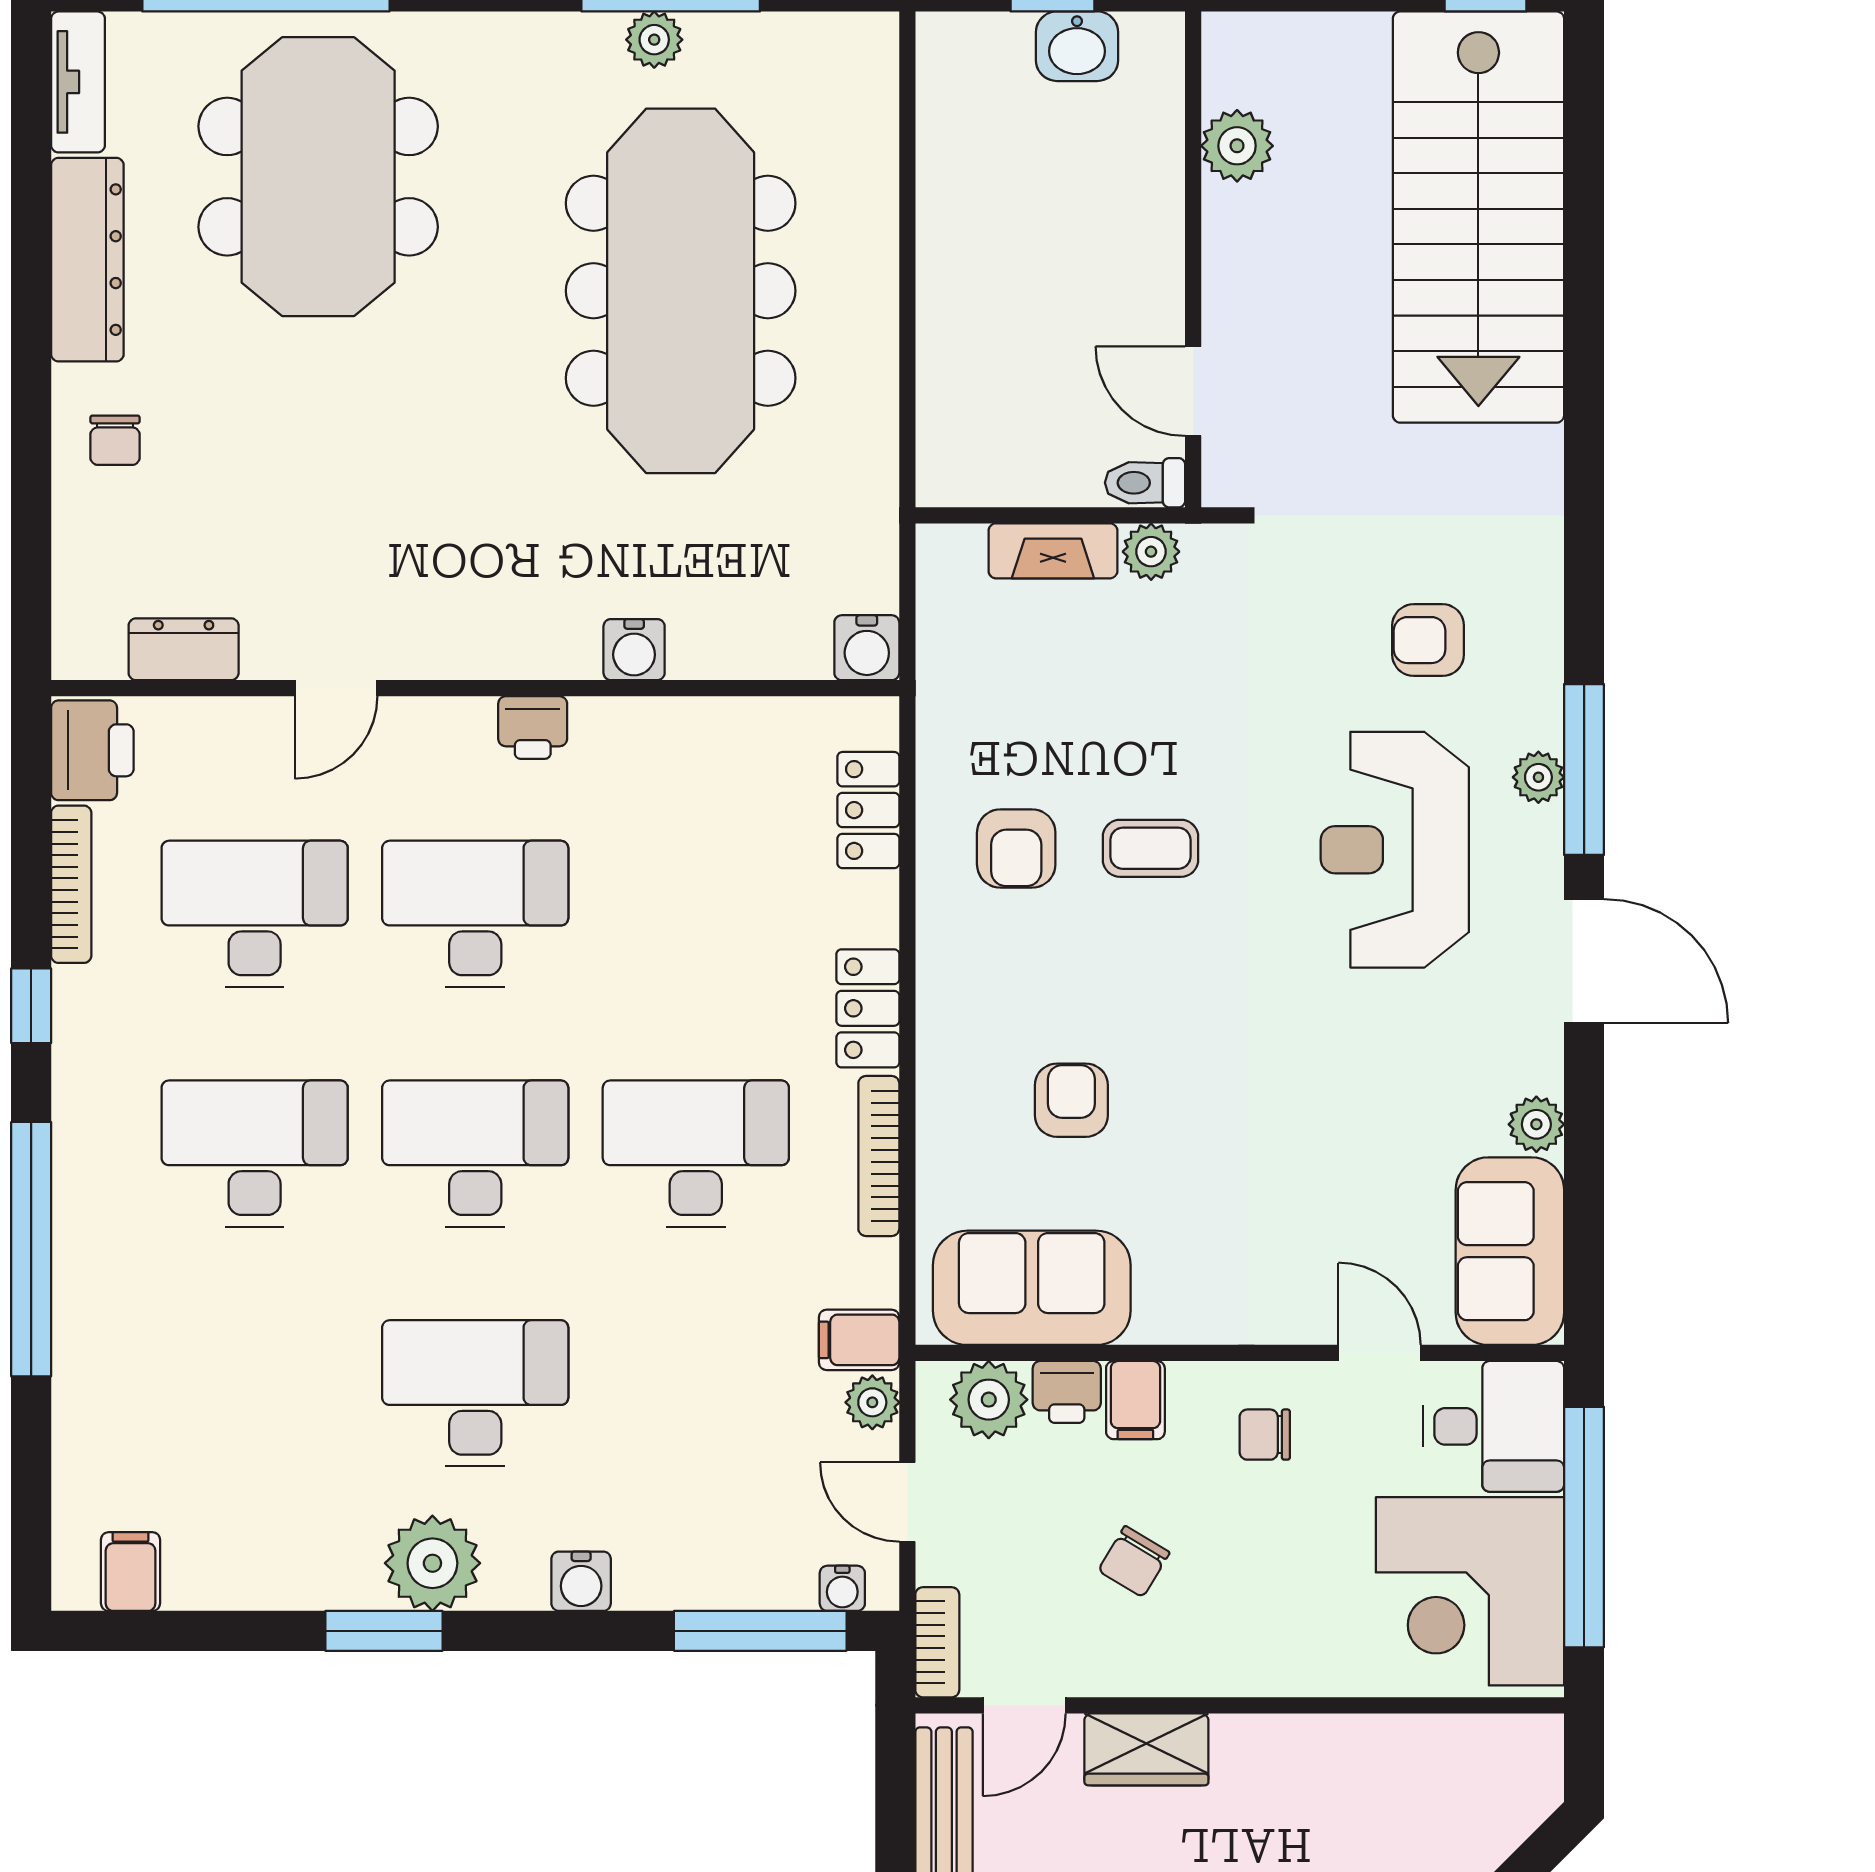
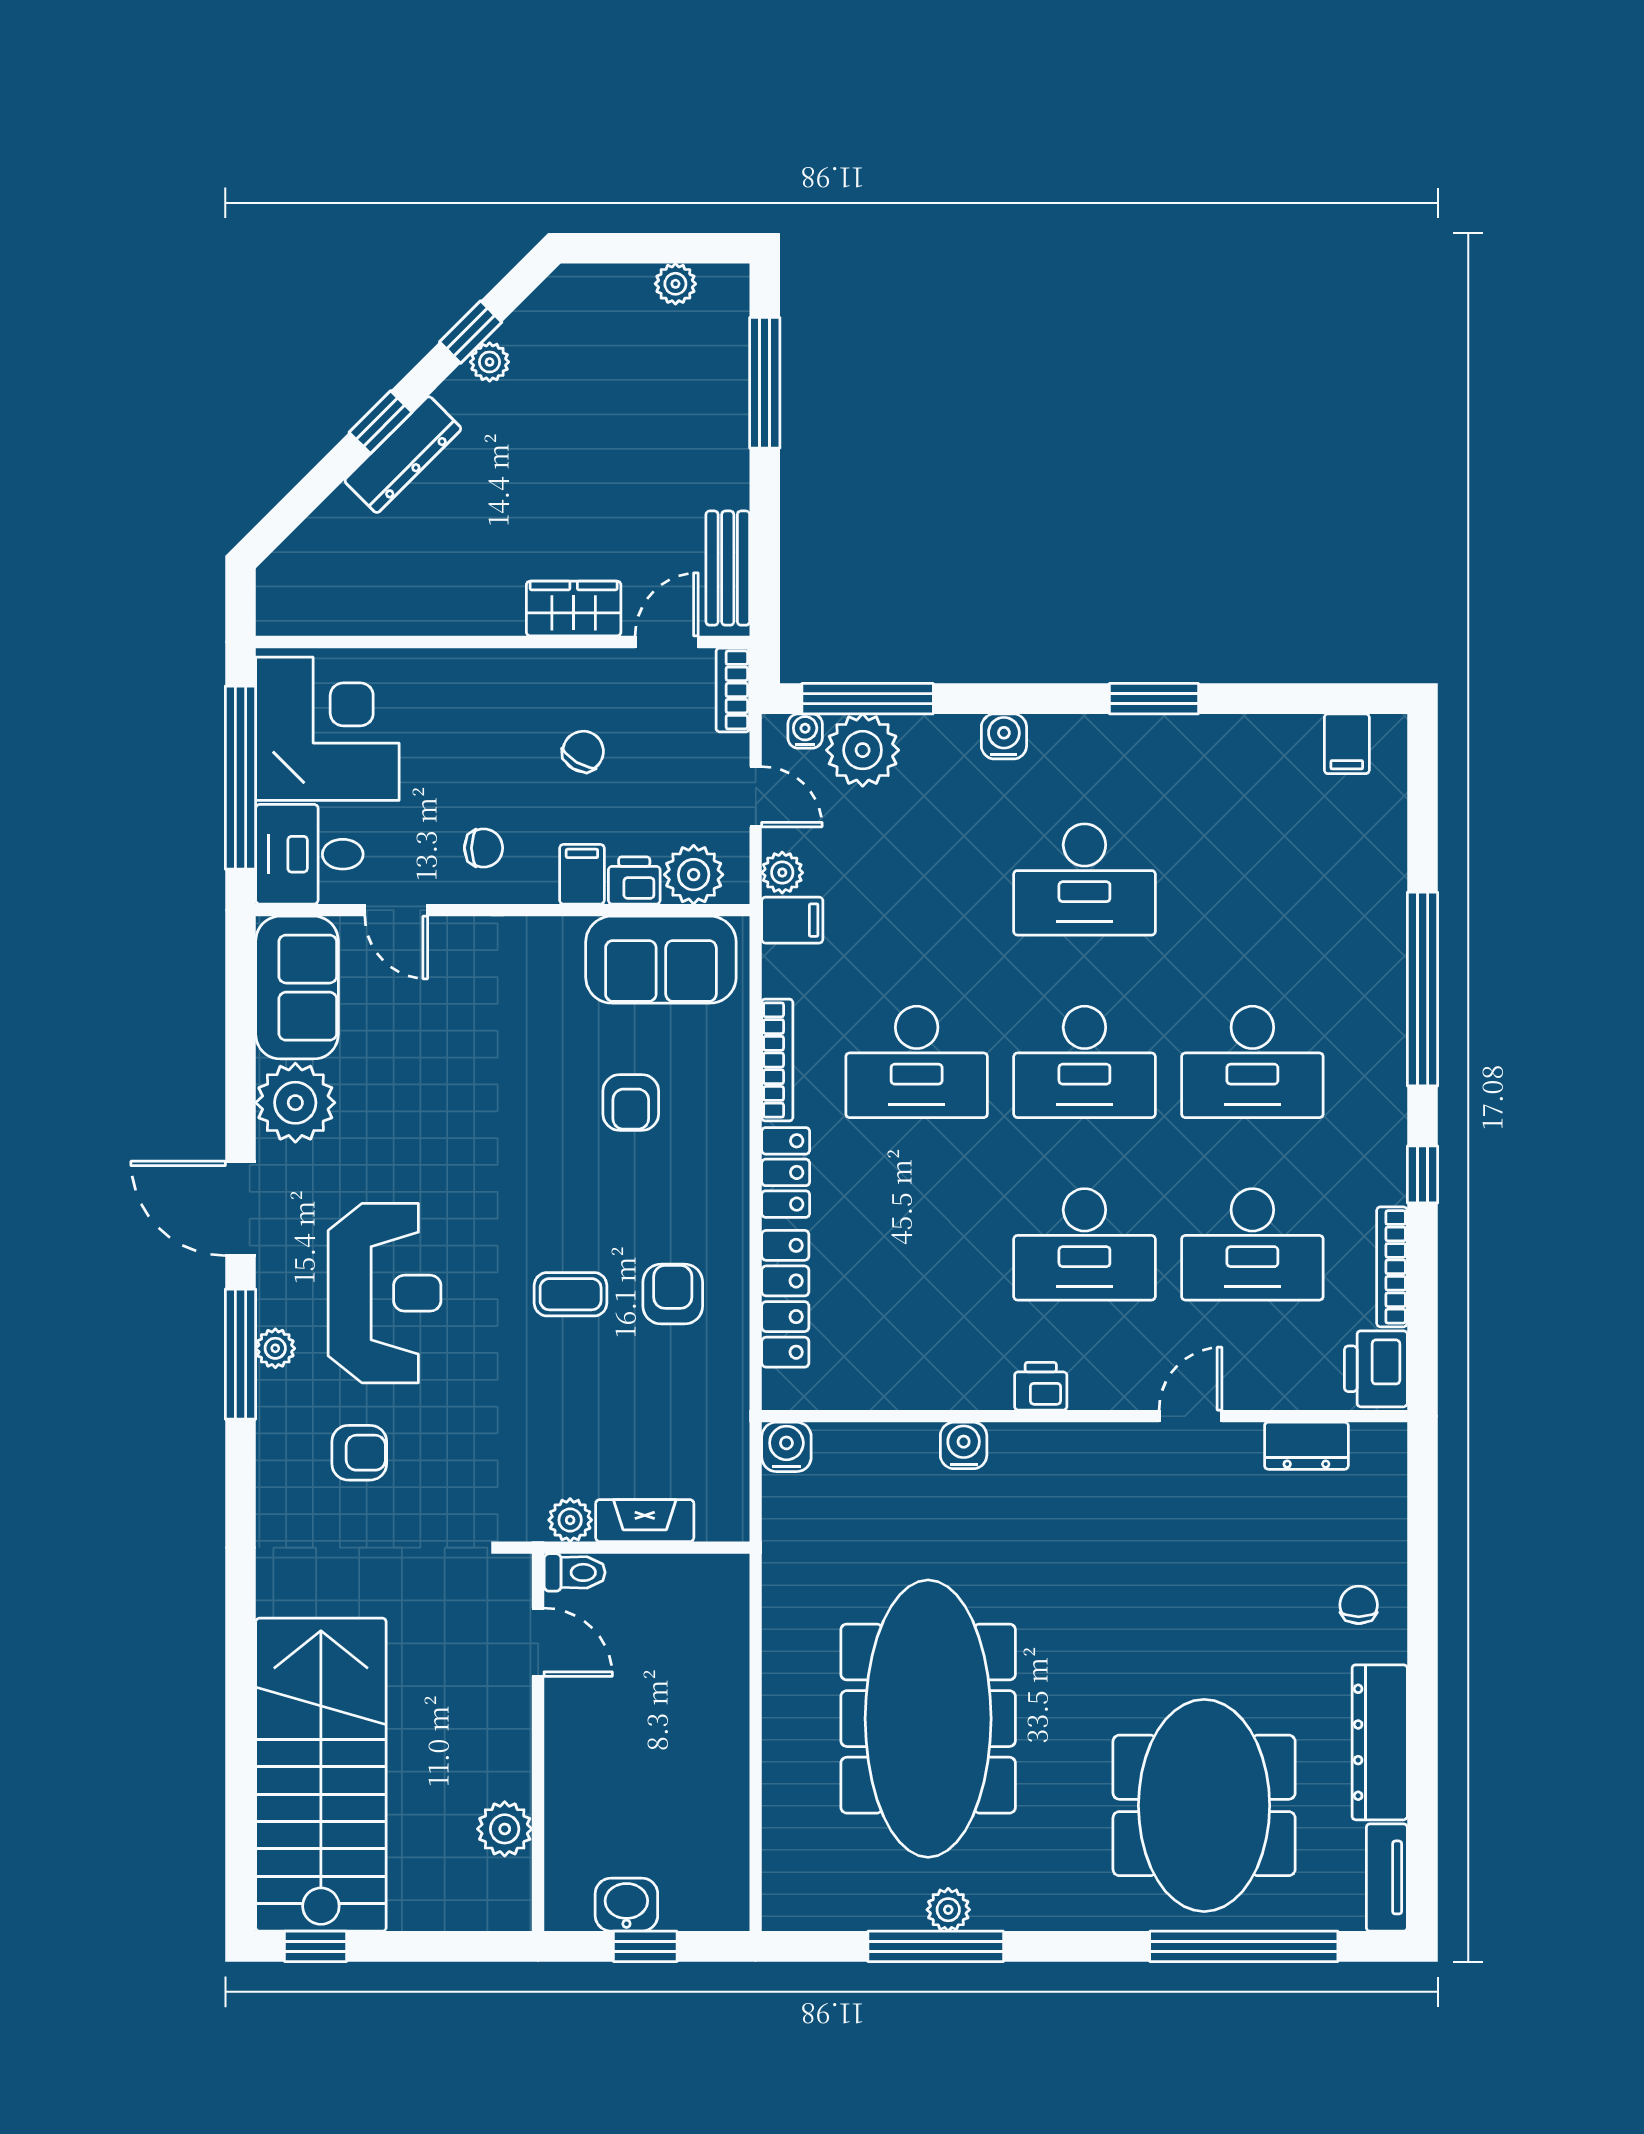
locker: (868, 810) -> (785, 1299), width x1.53
plant: (1536, 1124) -> (295, 1103), width x1.87, depth x1.87
plant: (432, 1563) -> (863, 750), moved

